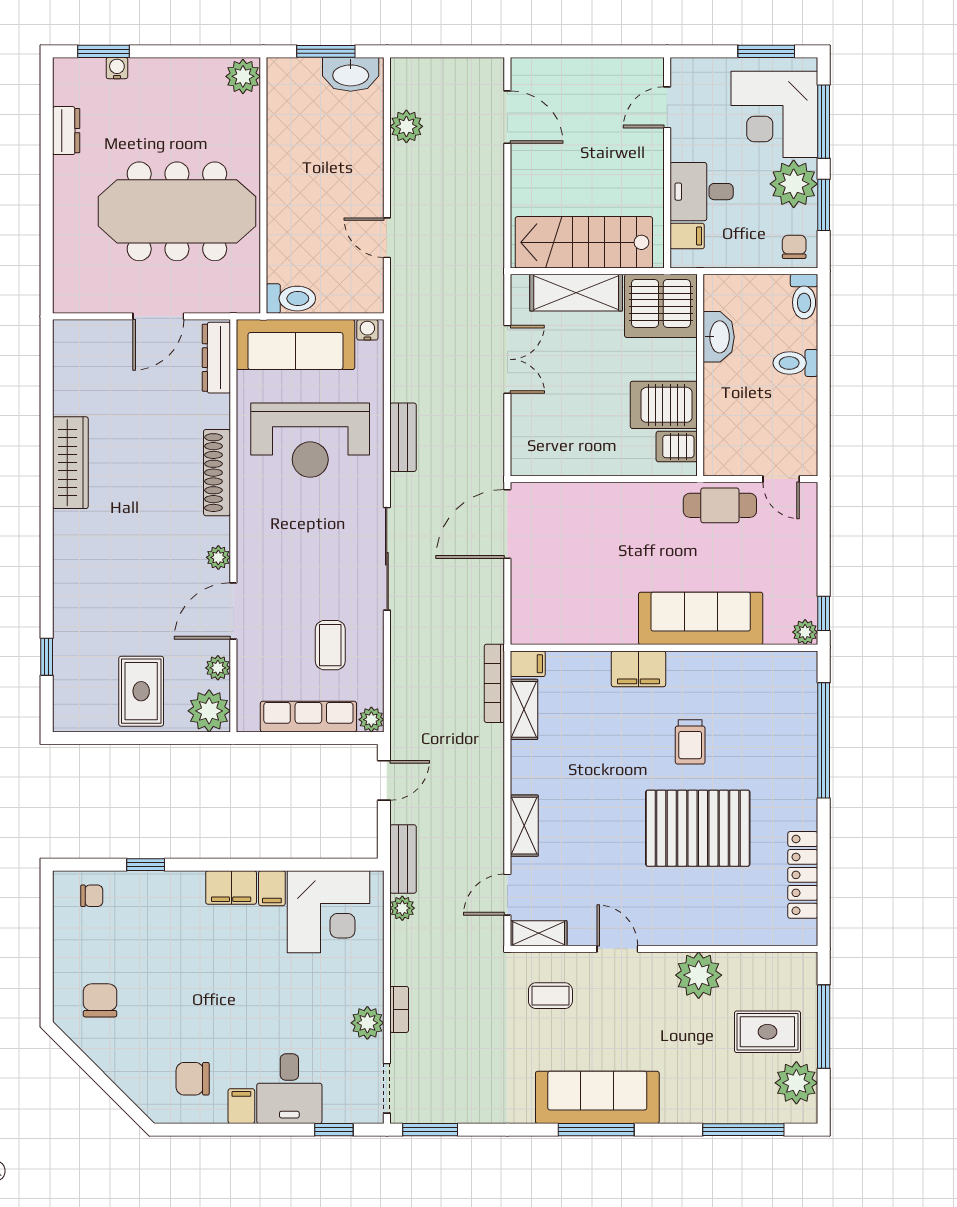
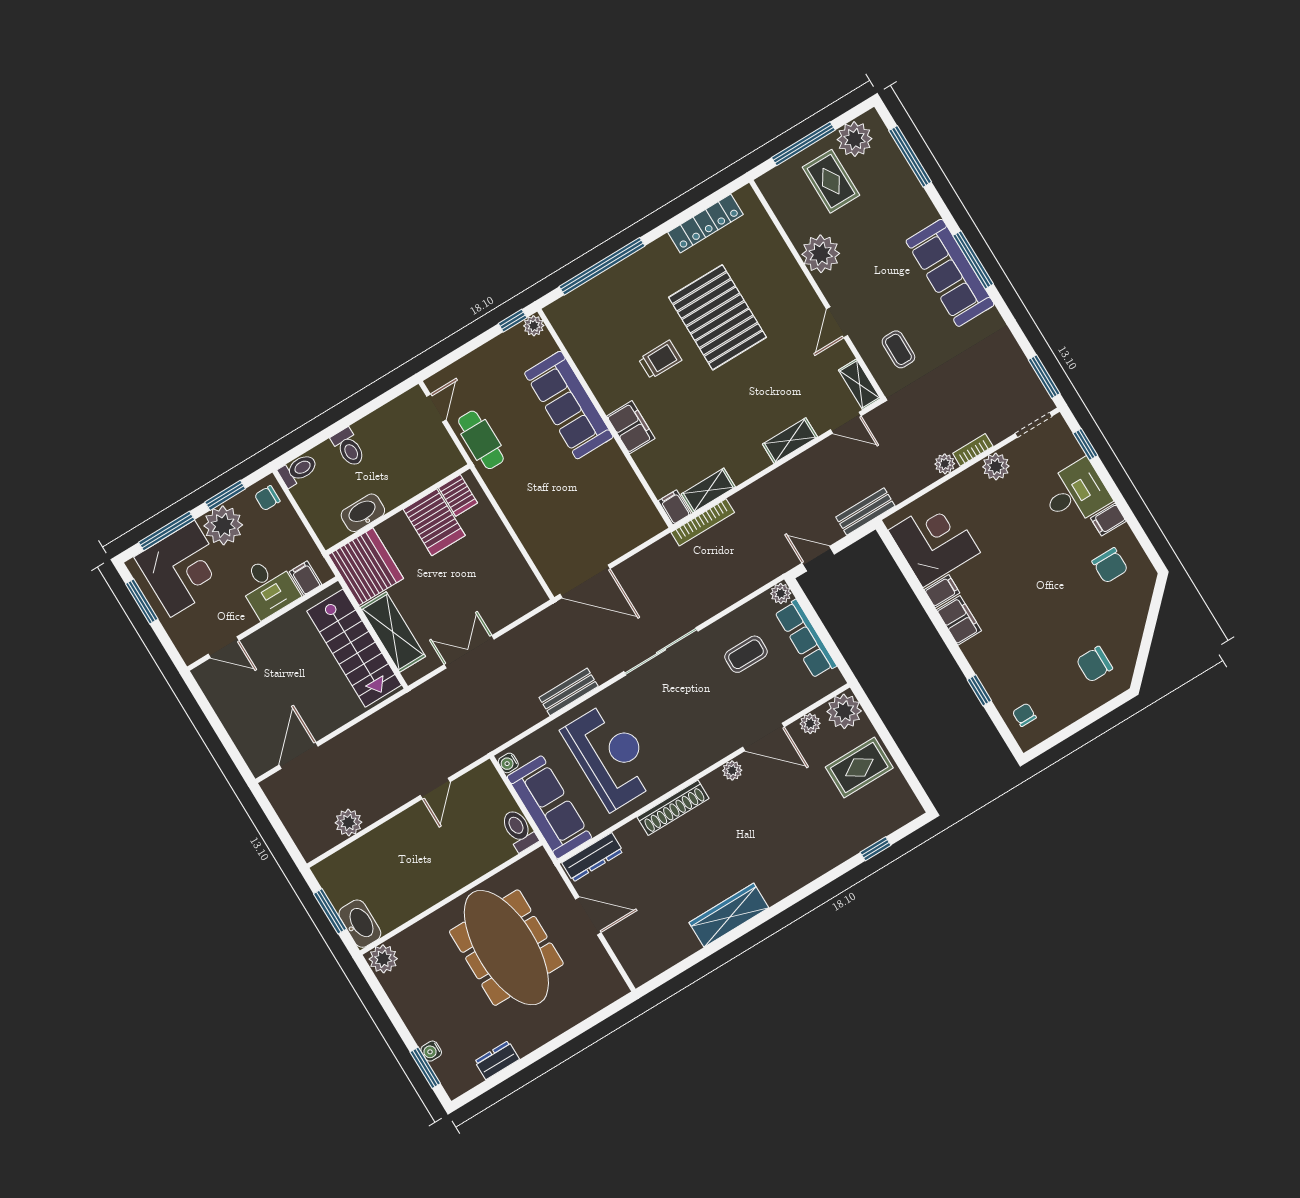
washbasin: (351, 74) -> (360, 924), moved
plant: (402, 908) -> (945, 464), moved

